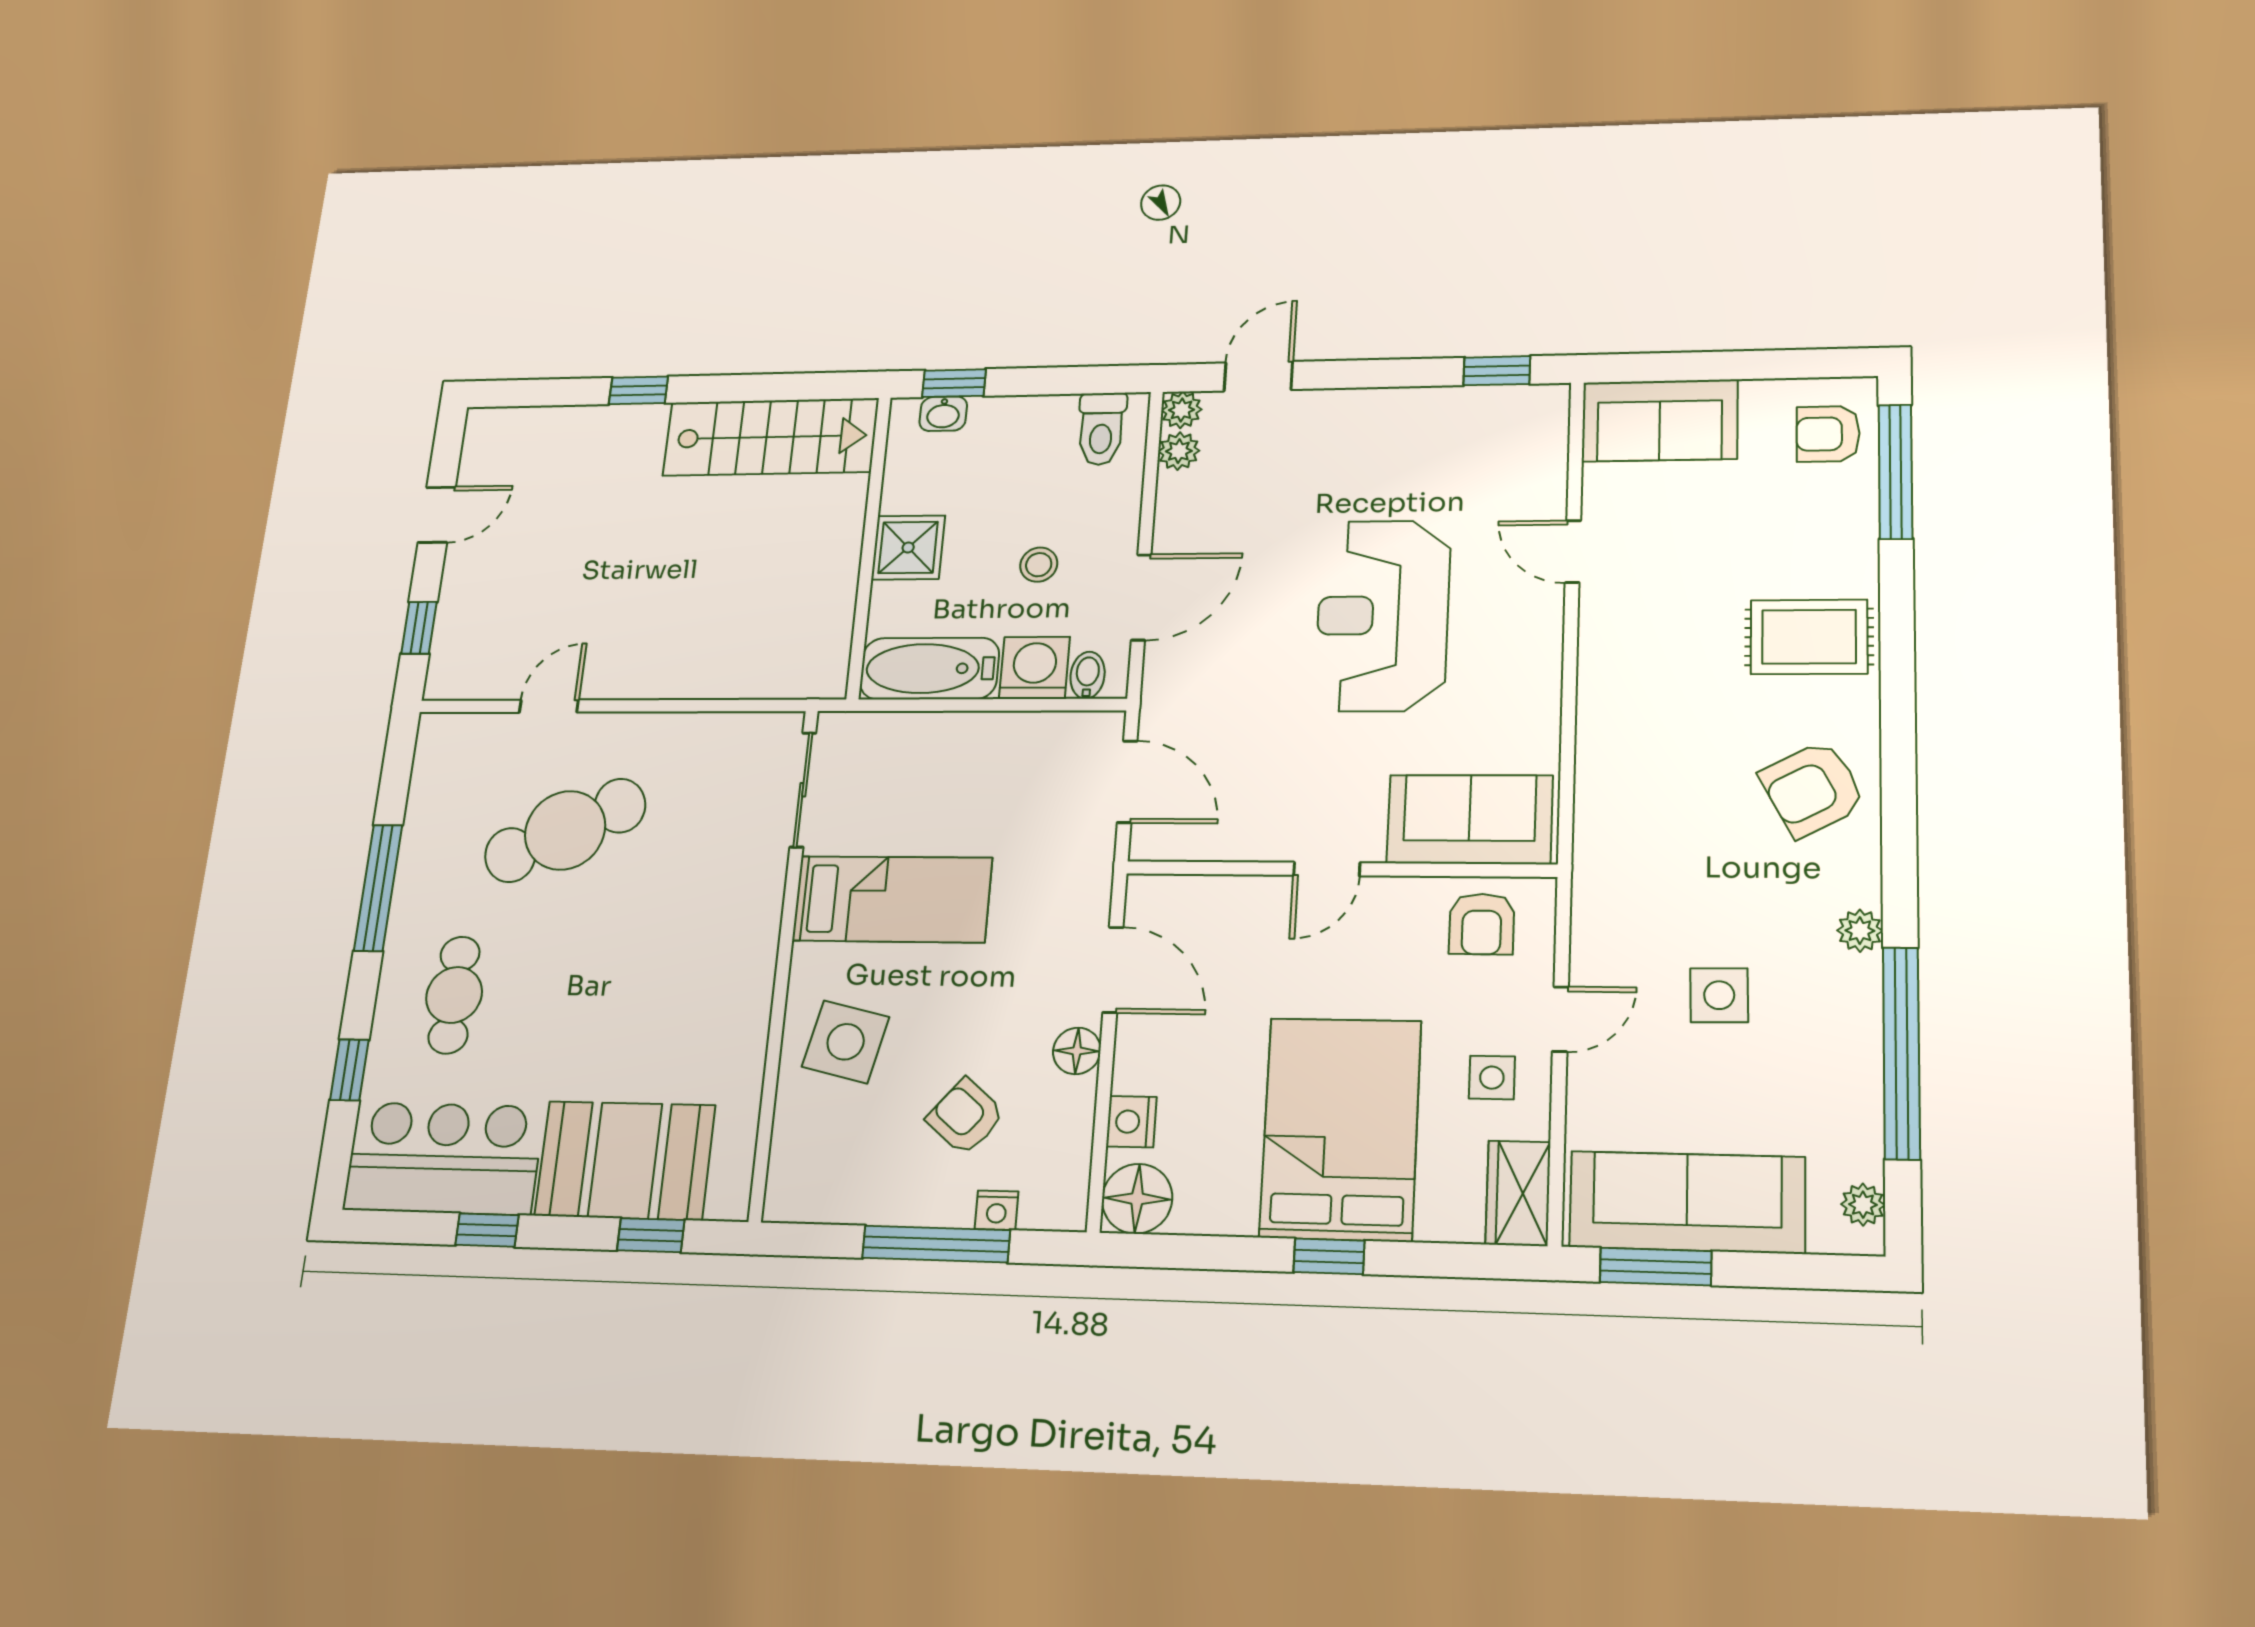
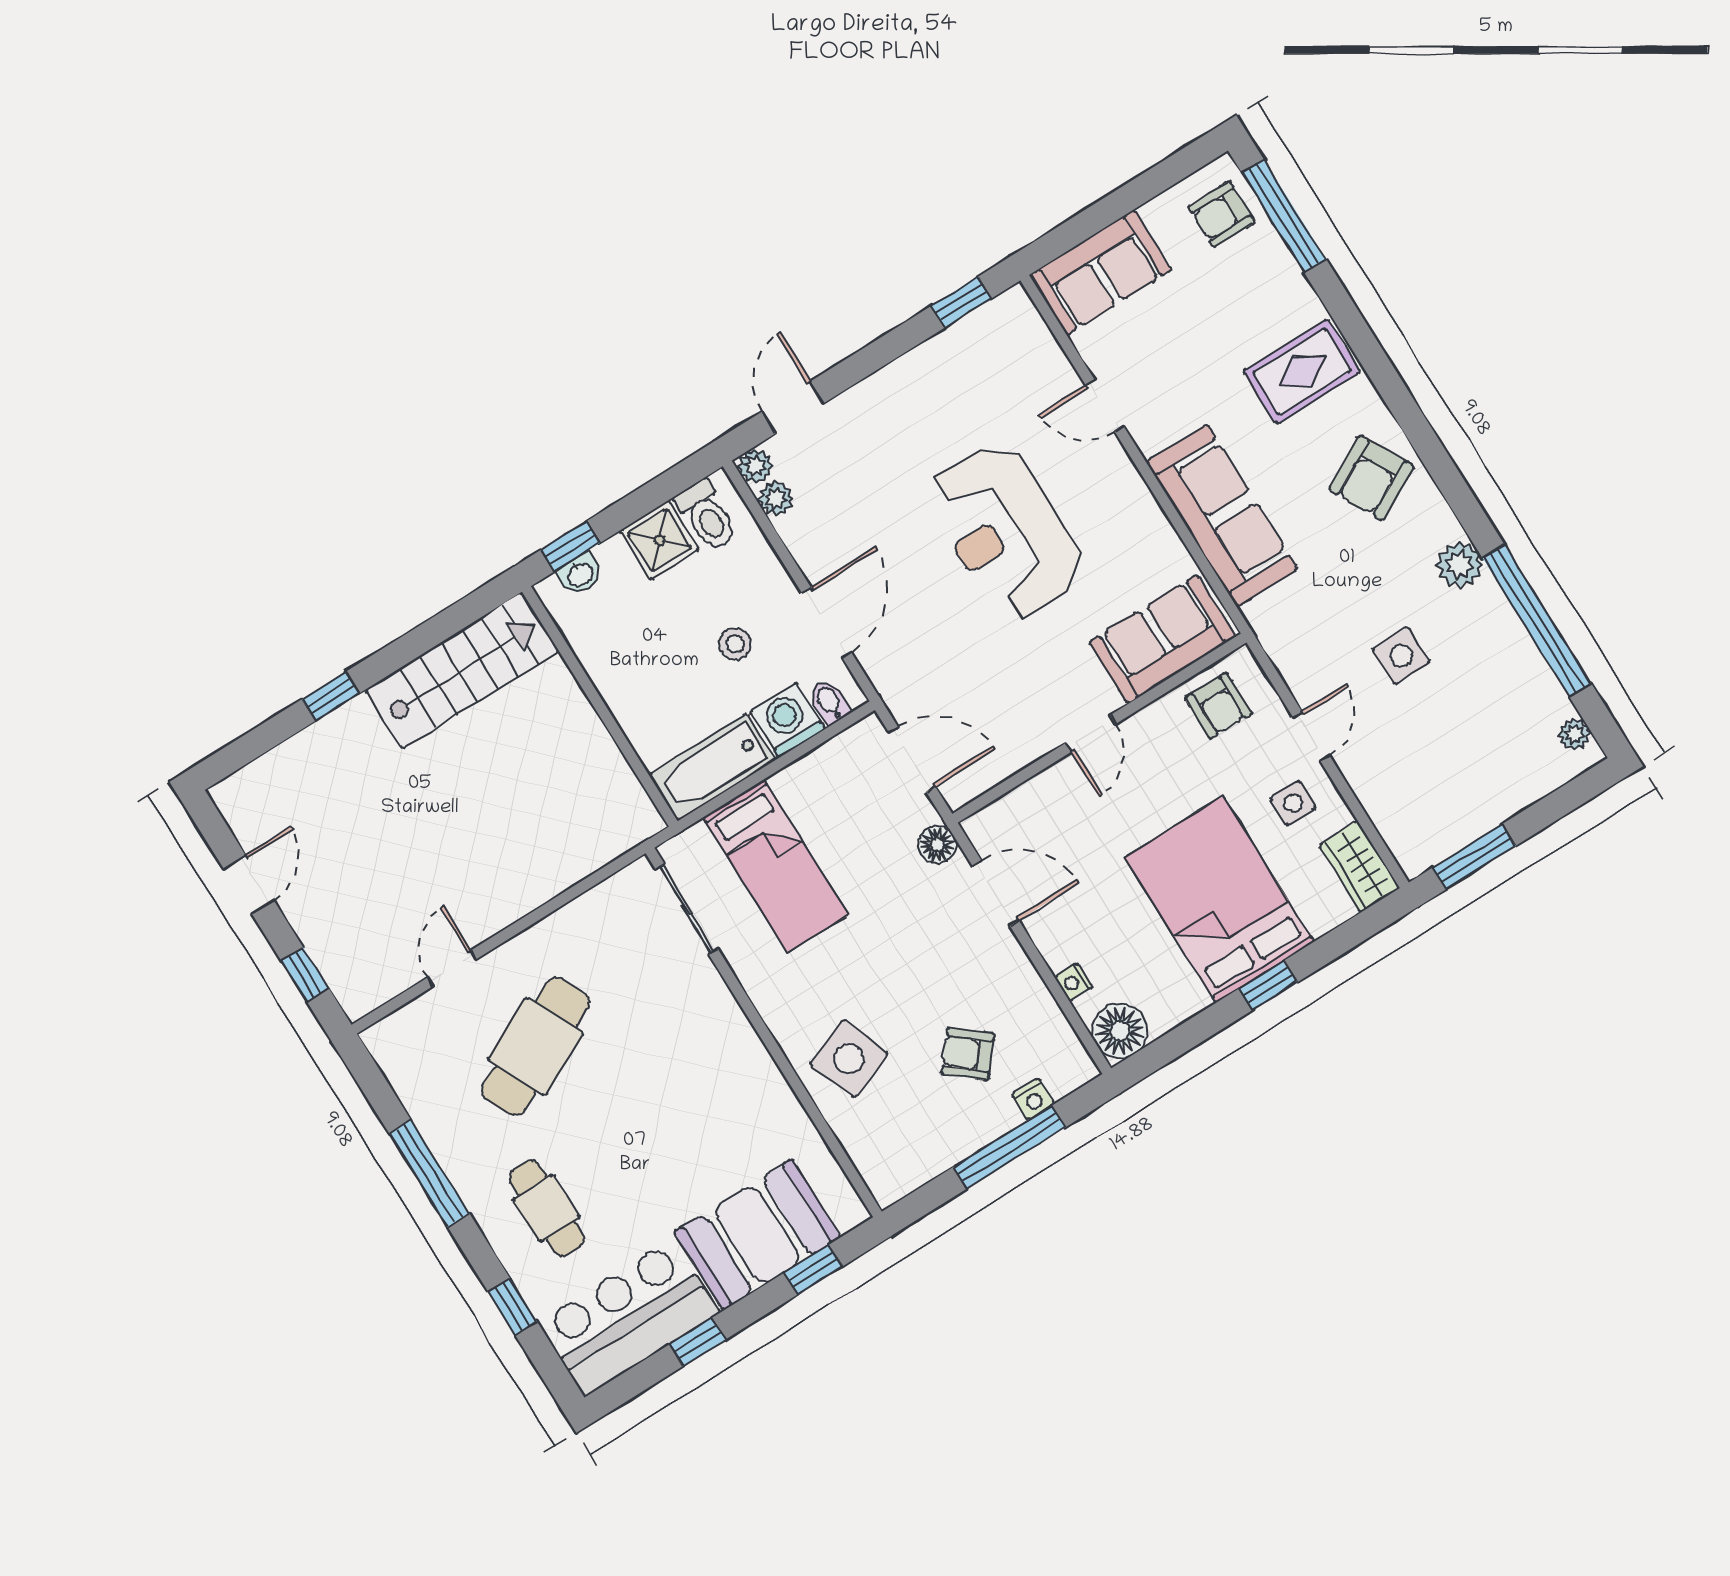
shower: (908, 547) -> (660, 540), moved
bed: (892, 899) -> (776, 866), moved, turned 90
plant: (1860, 931) -> (1460, 565), width x1.38, depth x1.38
side table: (846, 1042) -> (849, 1059), turned -34
floor lamp: (1077, 1051) -> (937, 845), moved
nightstand: (1131, 1122) -> (1073, 982), width x0.72, depth x0.74
sofa: (1687, 1202) -> (1222, 515), moved, turned 90

